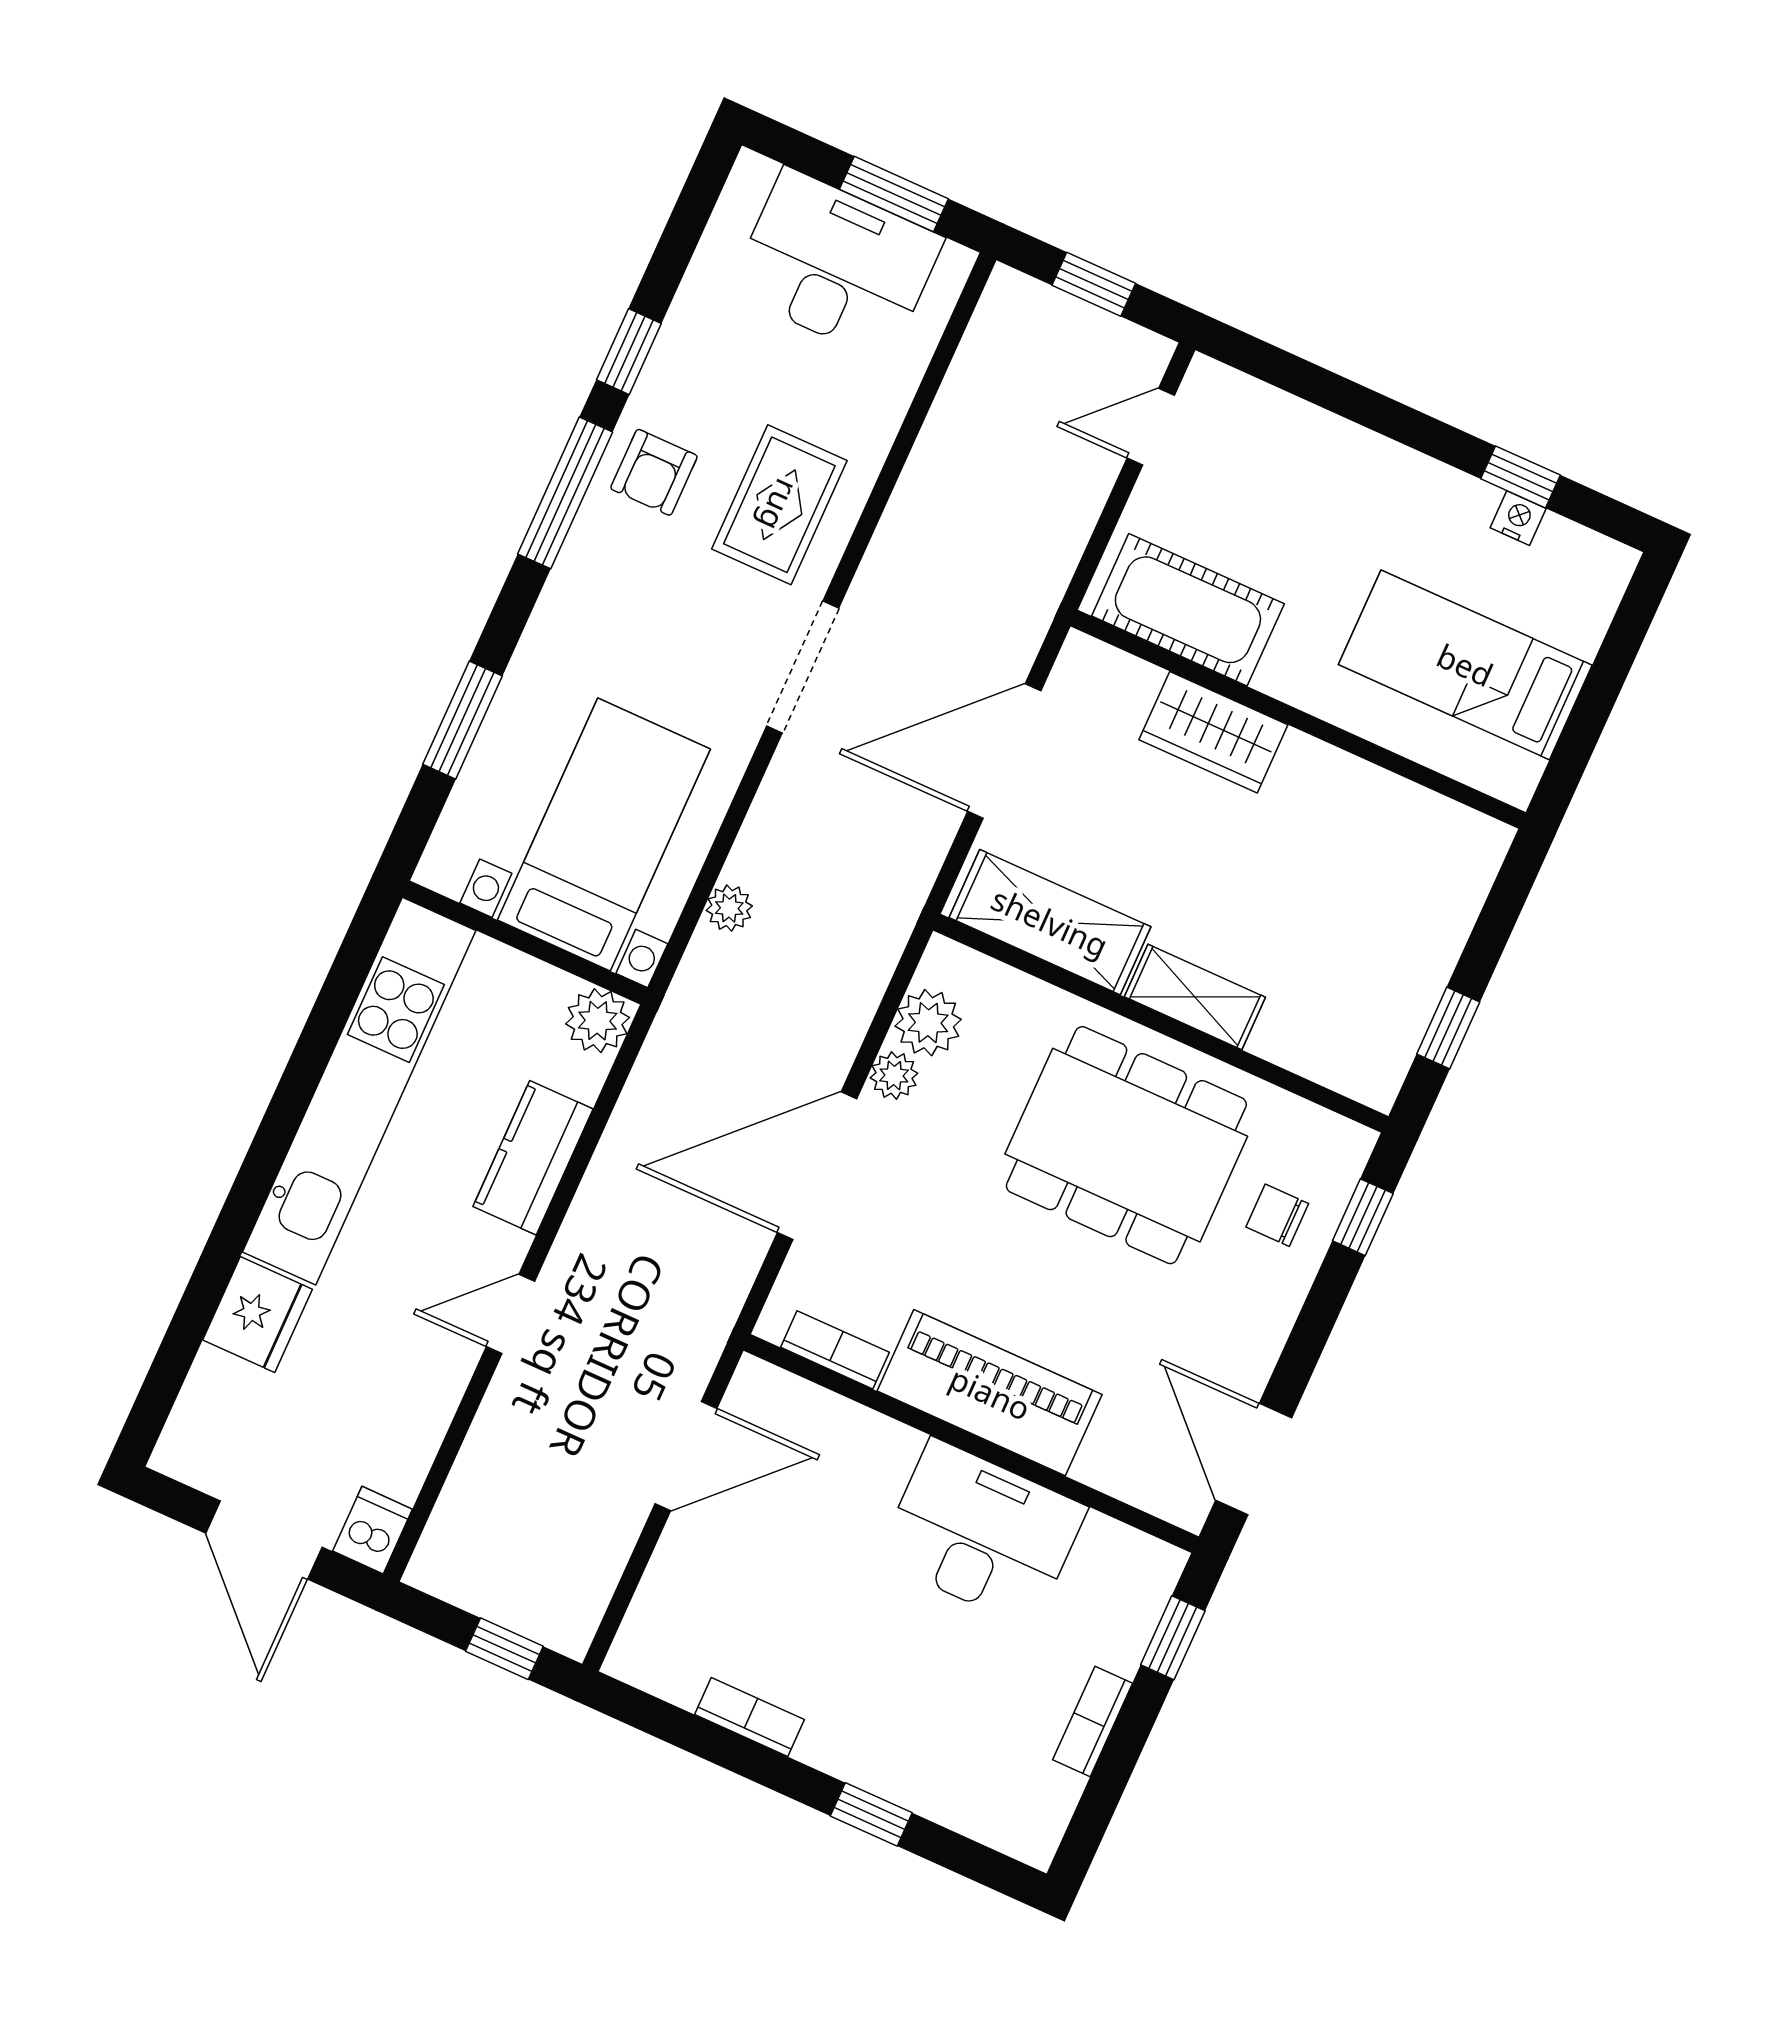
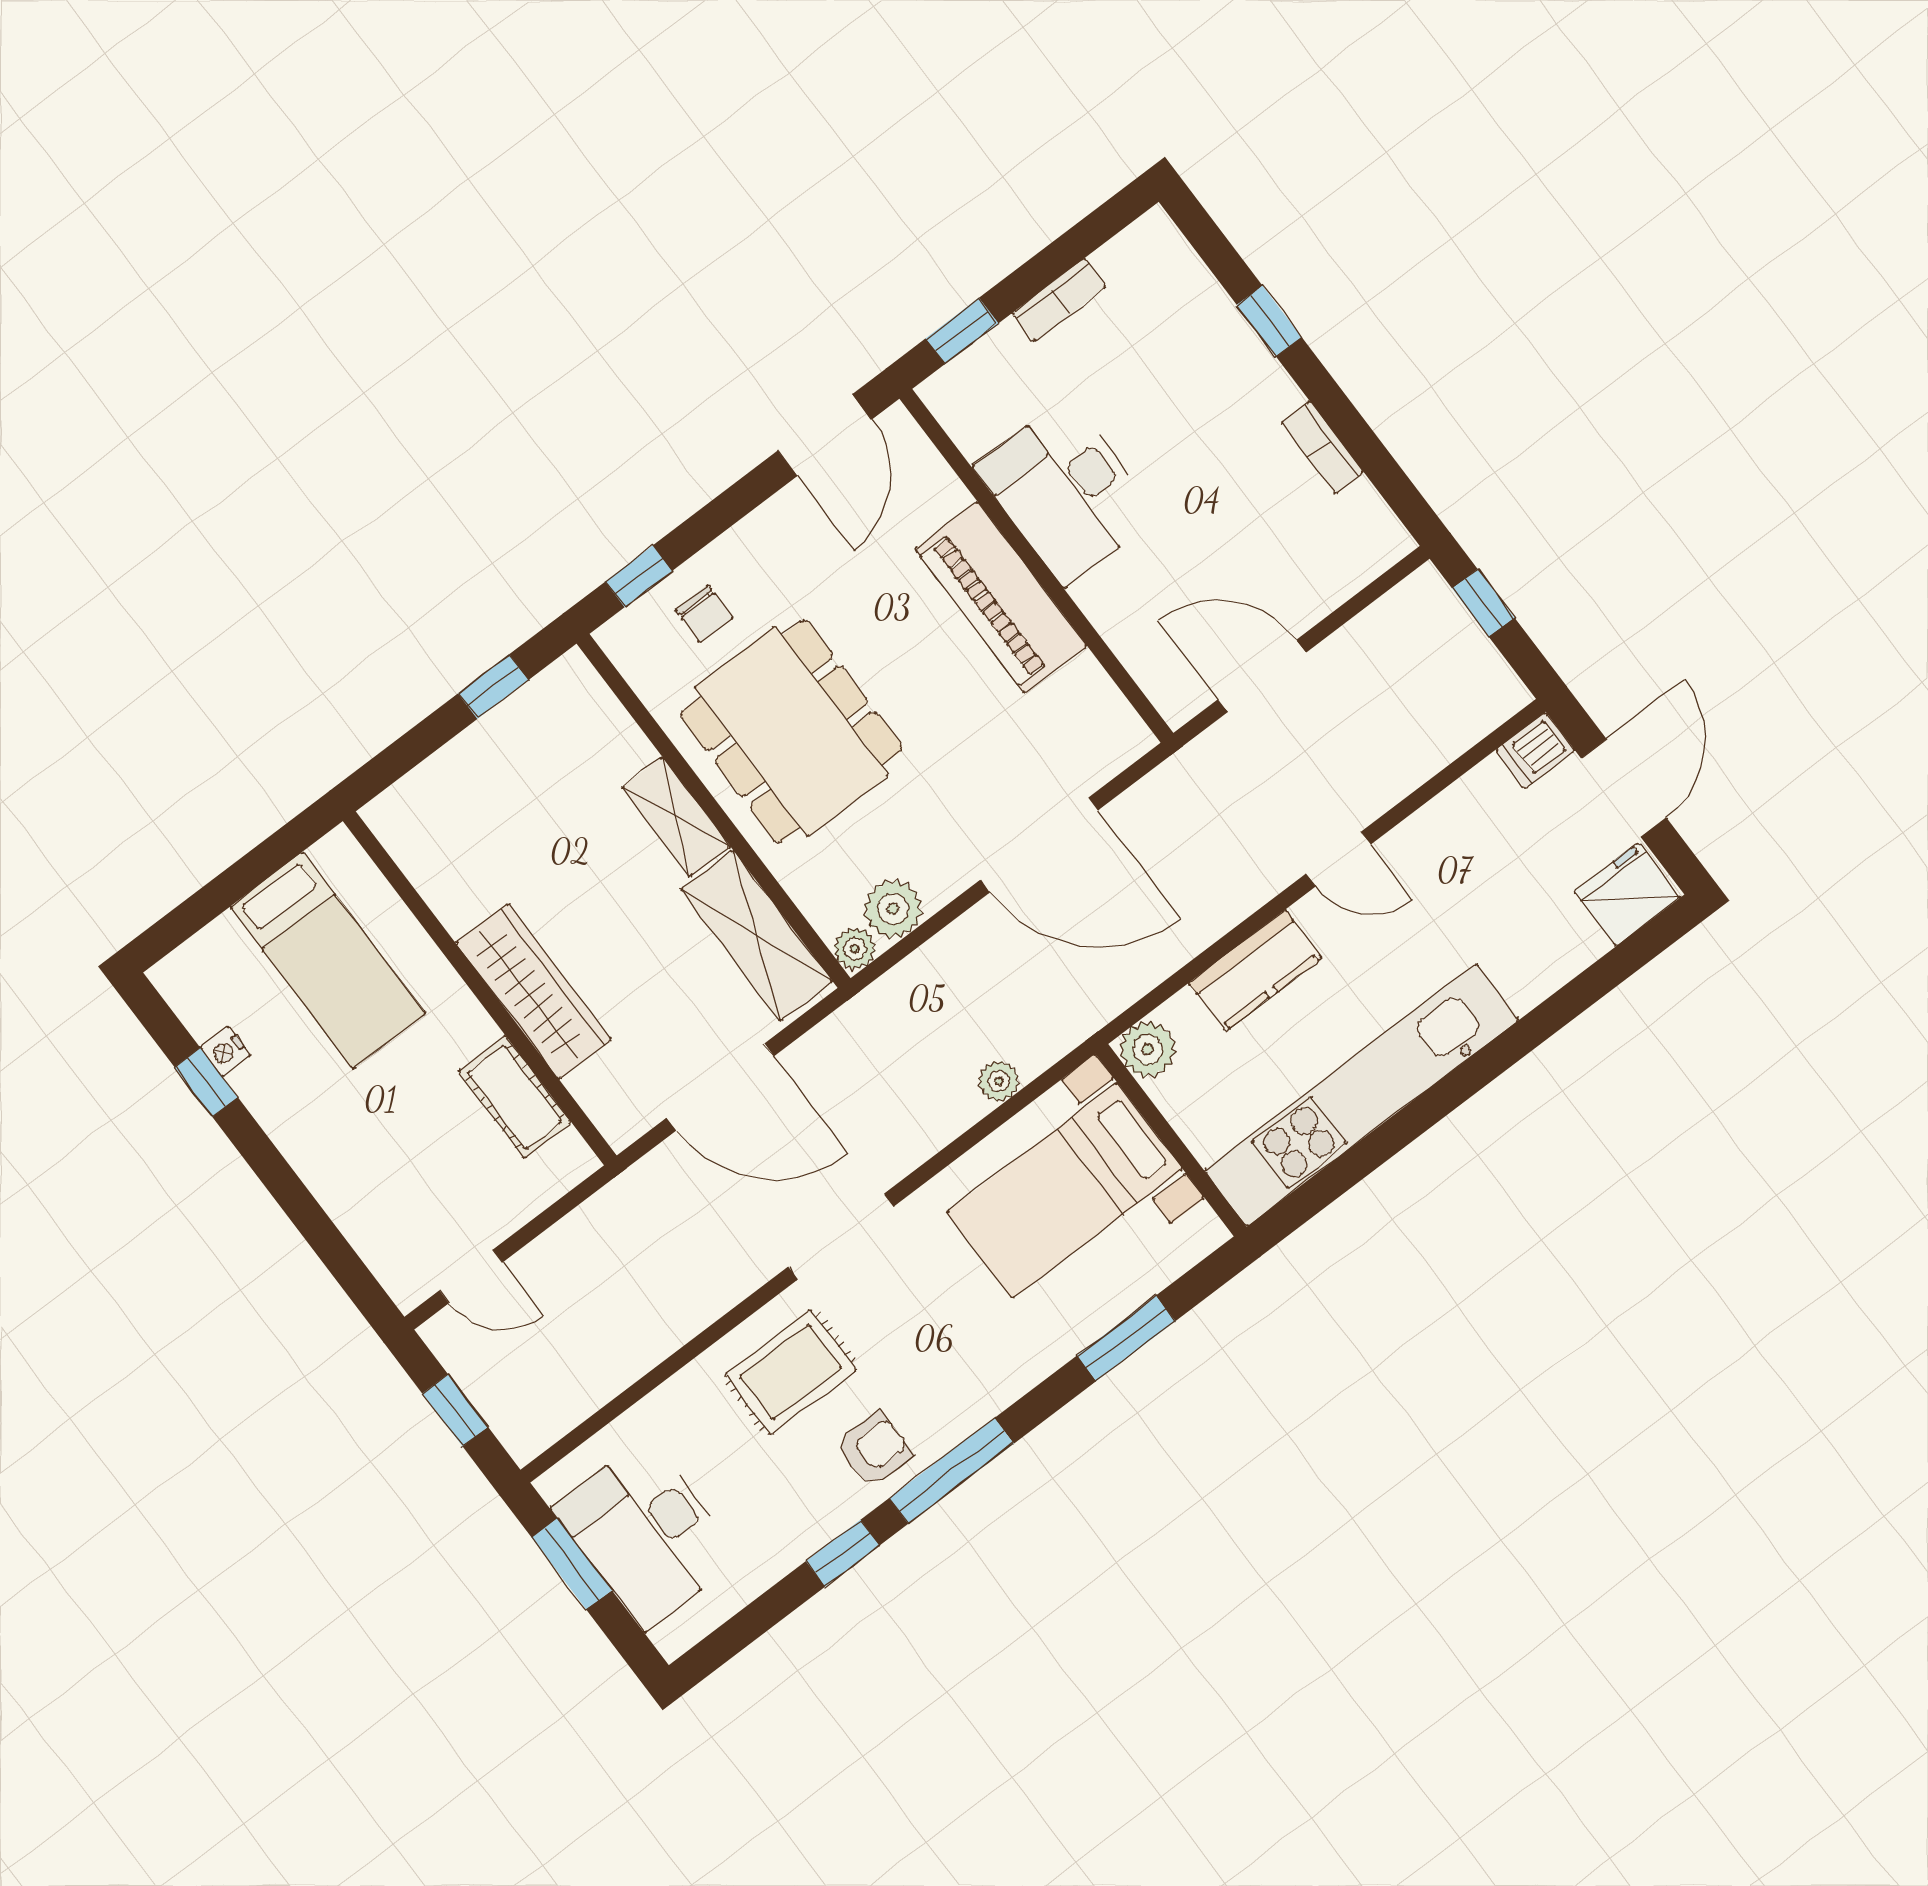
cot: (1188, 610) -> (515, 1097), width x0.73, depth x0.75
wardrobe: (1213, 732) -> (533, 991), width x1.50
plant: (894, 1075) -> (855, 949), moved
fridge: (257, 1315) -> (1627, 894), moved
bookcase: (835, 1350) -> (1102, 695), removed

